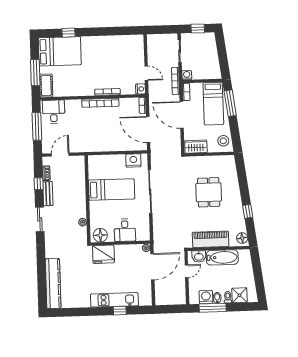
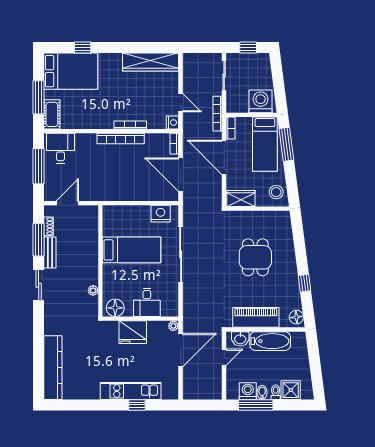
wardrobe: (122, 42) -> (151, 62), added
washing machine: (187, 75) -> (261, 101), moved, width x1.89, depth x1.89
window: (39, 184) -> (39, 240), width x2.17
fridge: (103, 254) -> (133, 332), moved

